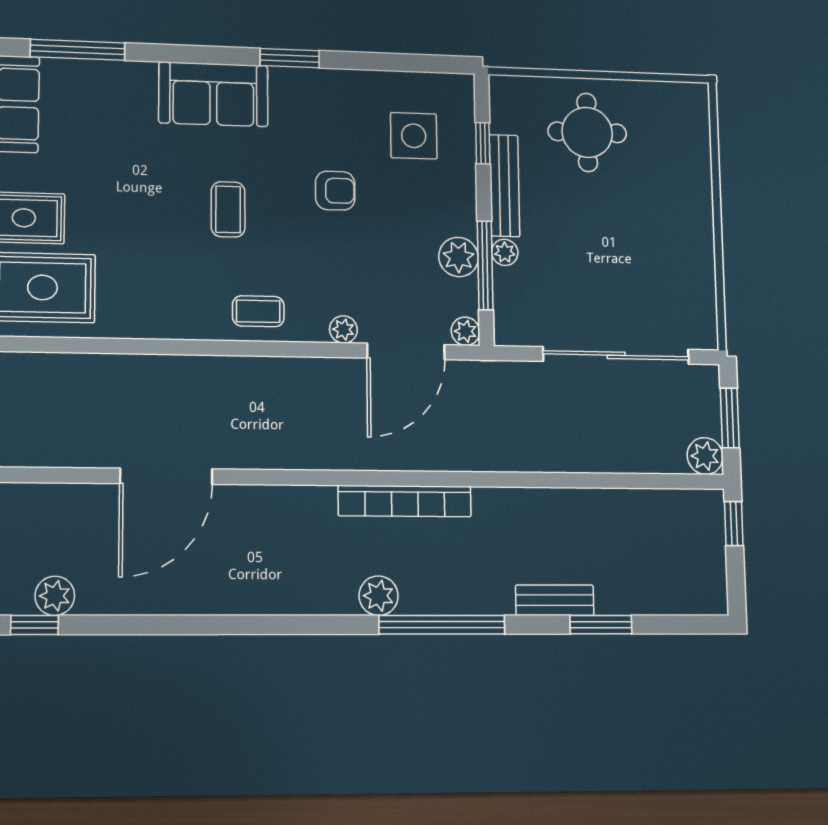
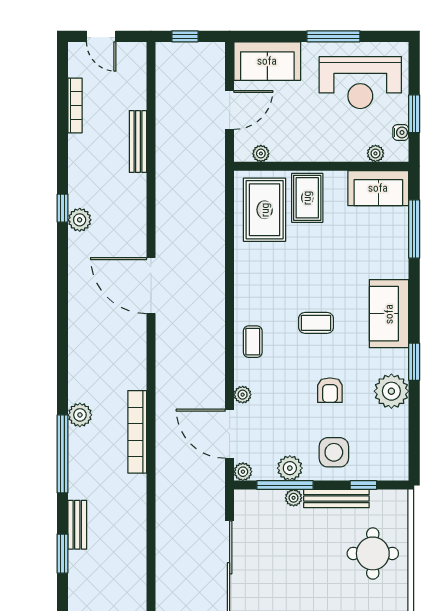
plant: (336, 95) -> (391, 391), added
side table: (414, 136) -> (334, 452), moved

